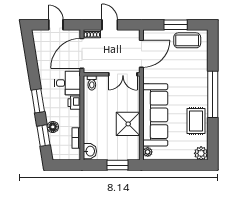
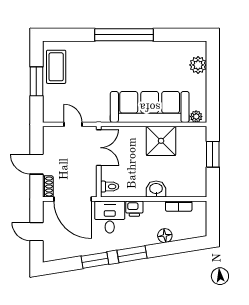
door: (56, 25) -> (36, 232), hinge flipped
door: (110, 25) -> (36, 164), hinge flipped
door: (141, 54) -> (73, 124), width x0.53
rug: (196, 121) -> (157, 56), removed
window: (44, 136) -> (95, 260), moved
washbasin: (90, 151) -> (156, 189), moved
plant: (201, 153) -> (198, 65), moved

